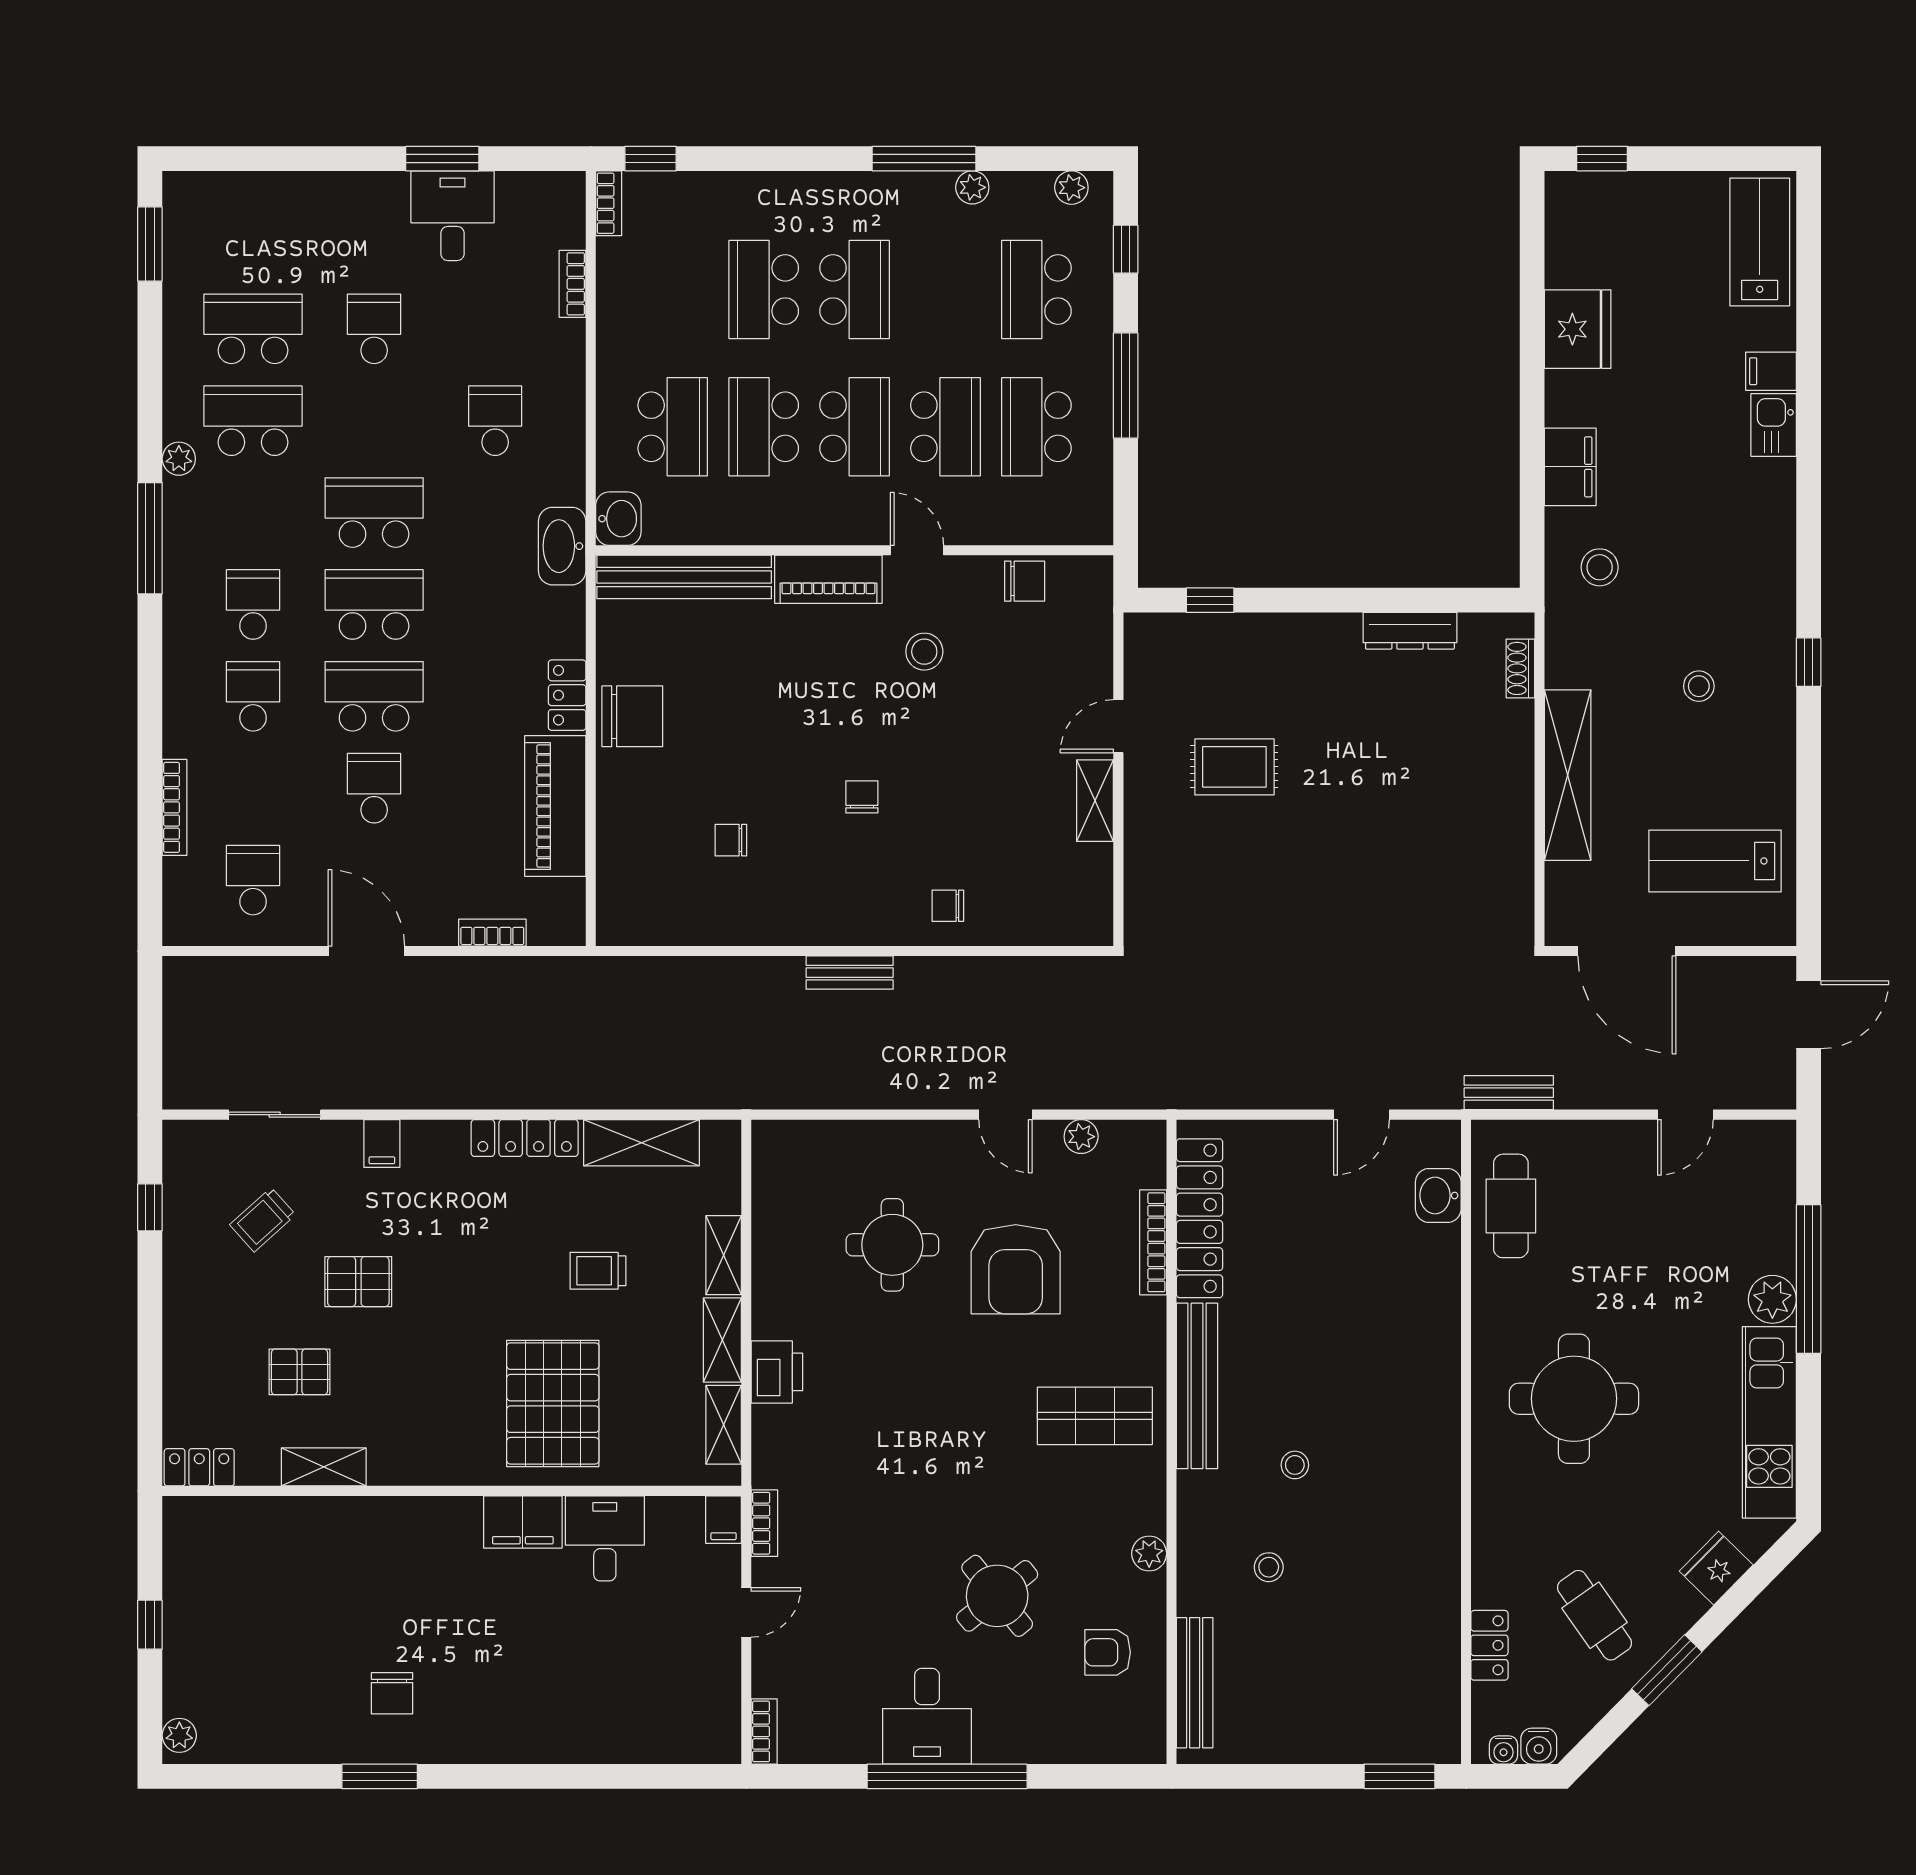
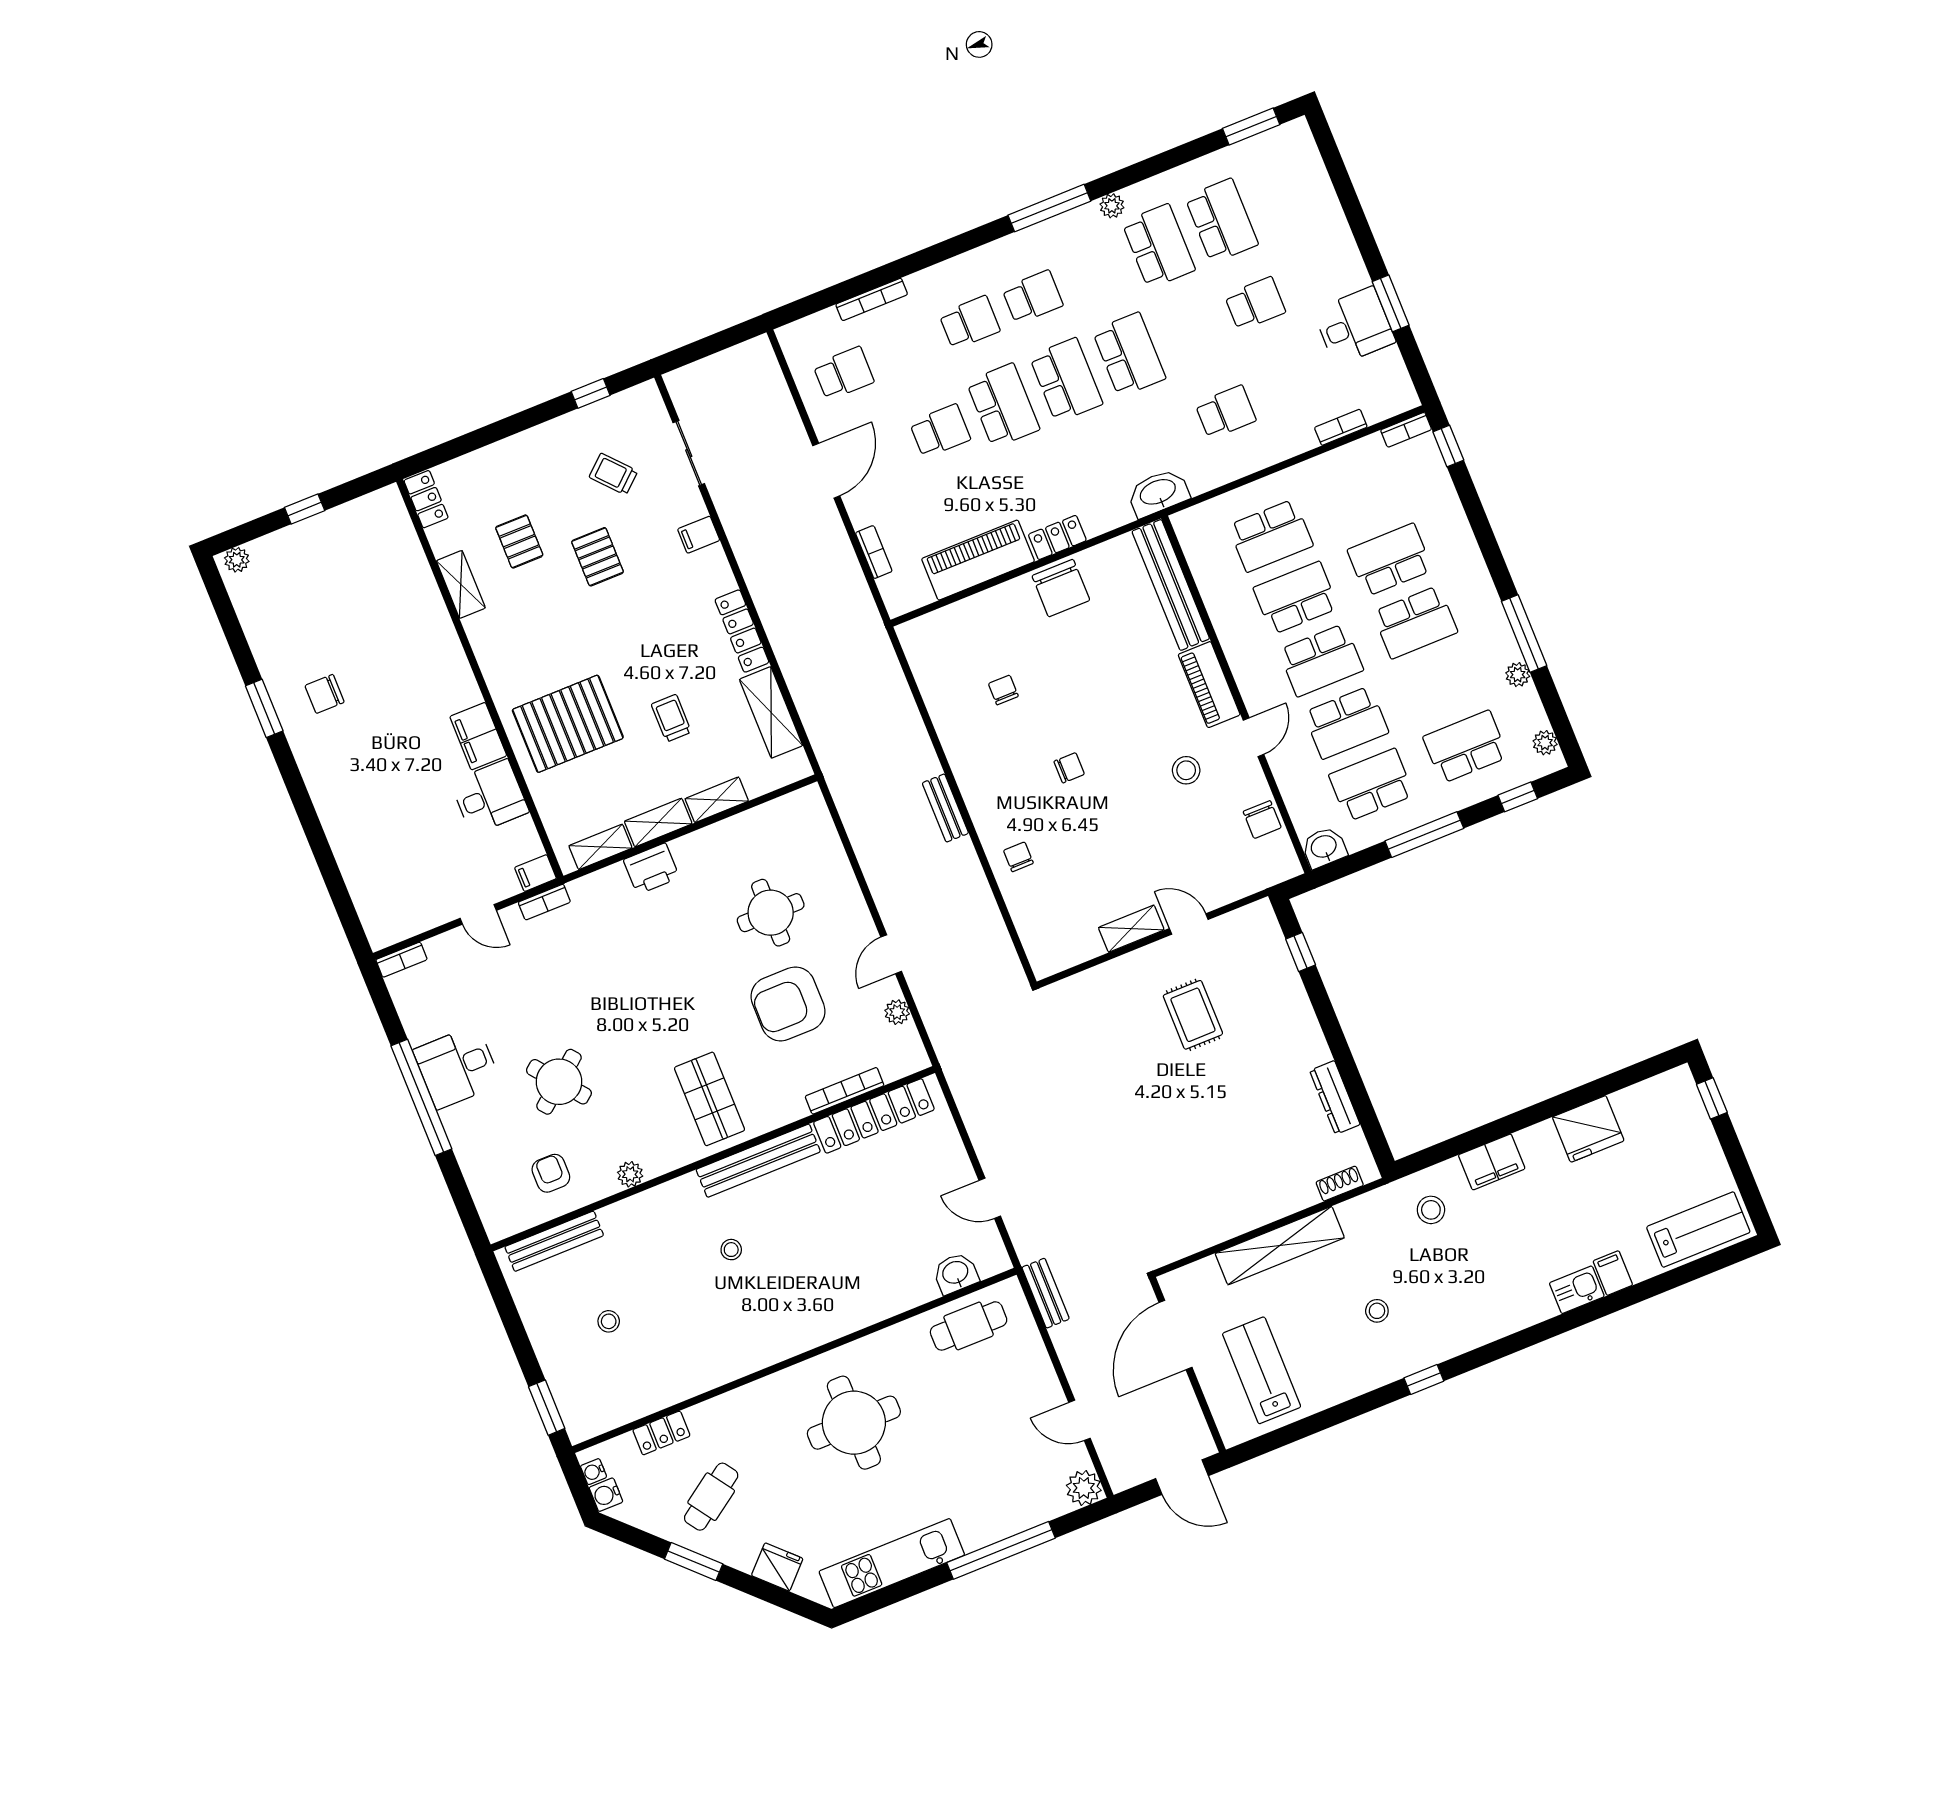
washbasin: (618, 519) -> (1324, 847), moved, turned 180
plant: (1772, 1299) -> (1084, 1488), moved
stool: (1269, 1567) -> (609, 1321), moved

